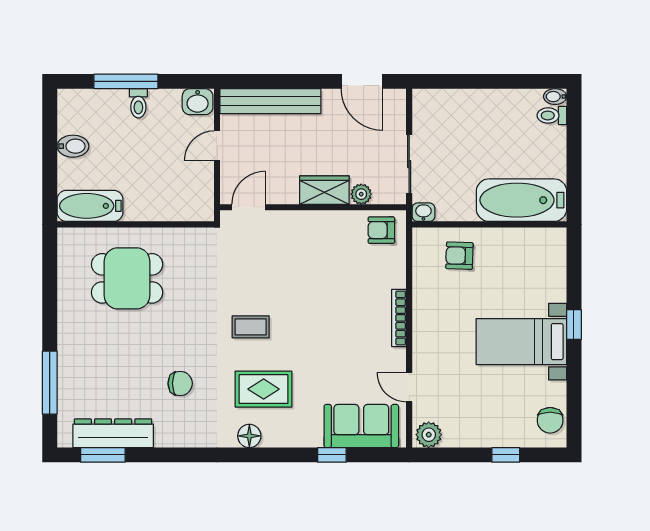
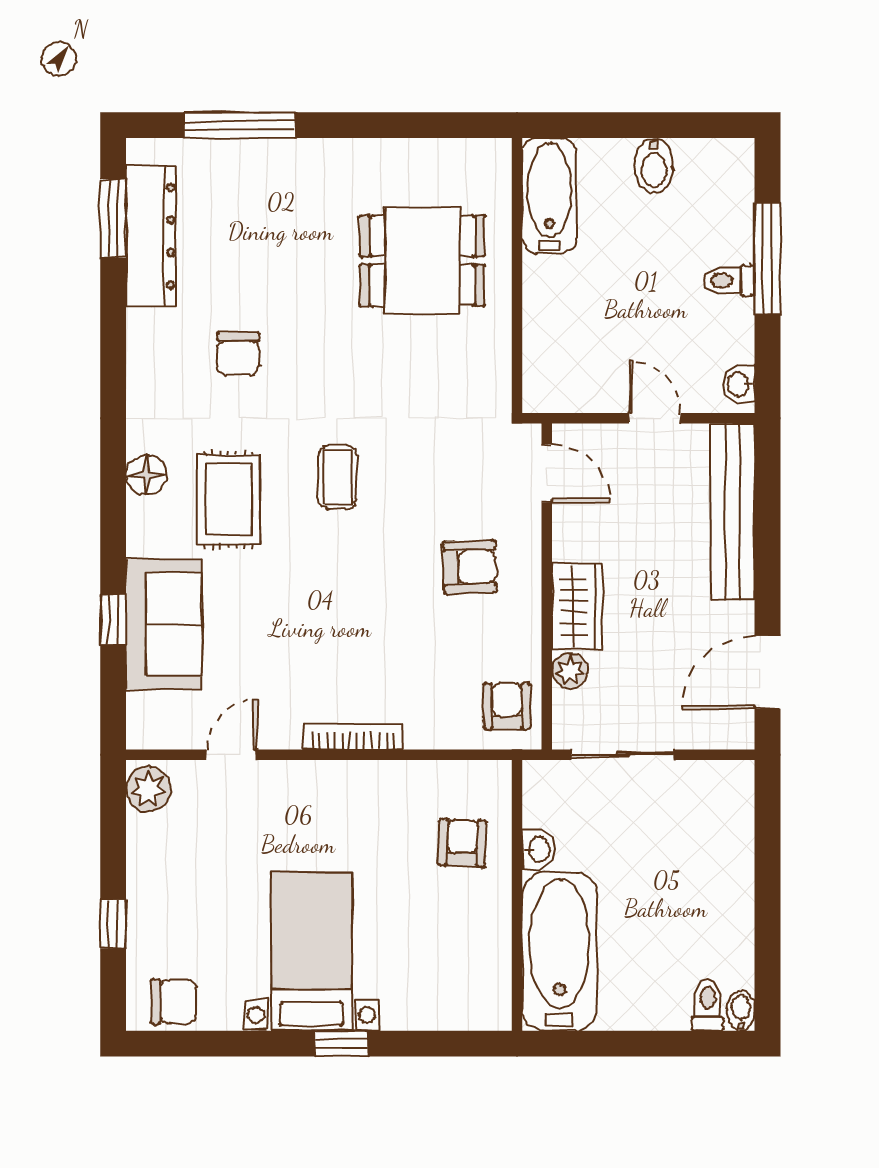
washbasin: (198, 102) -> (739, 384), width x0.72, depth x0.69
washbasin: (423, 212) -> (538, 849), moved
armchair: (302, 251) -> (470, 567), added
dining table: (127, 278) -> (422, 261), turned 90
chair: (550, 420) -> (174, 1002), turned 180
sofa: (361, 426) -> (164, 624), moved

